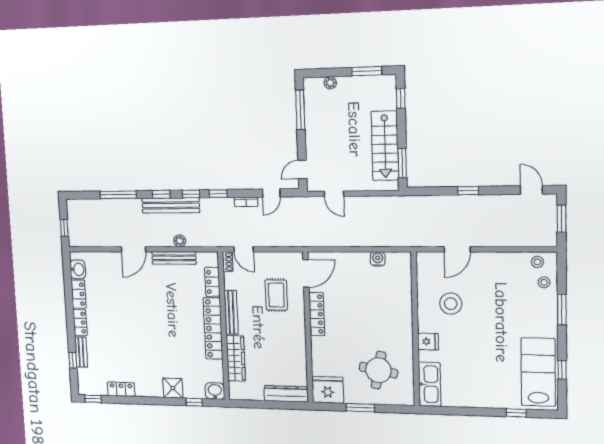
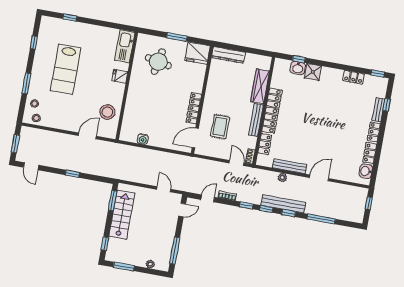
stool: (451, 304) -> (107, 112), moved
lab bench: (538, 372) -> (66, 69), moved
washbasin: (215, 391) -> (298, 68), moved

